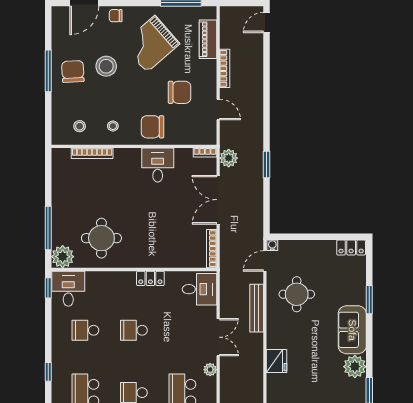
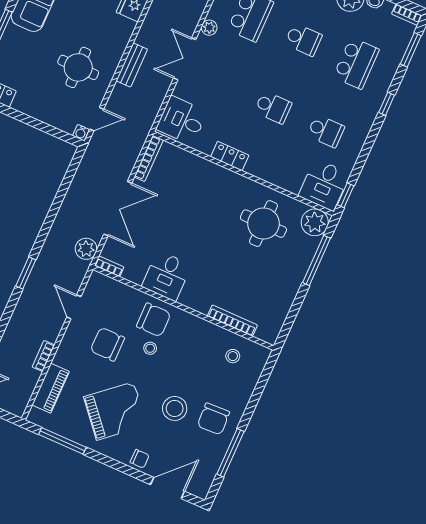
bookcase: (225, 68) -> (43, 356), width x0.64
window: (48, 71) -> (230, 453), moved
stool: (113, 126) -> (150, 348), moved
window: (266, 164) -> (26, 273), moved
bench: (257, 308) -> (132, 65), width x0.73

